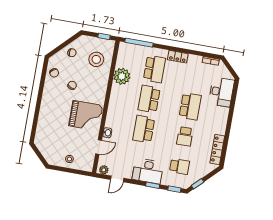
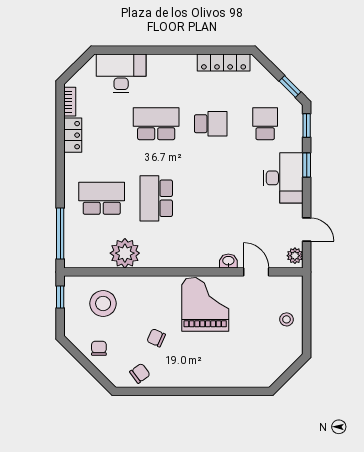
locker: (178, 57) -> (73, 135), moved
school desk: (149, 99) -> (156, 198), turned 90
school desk: (144, 129) -> (211, 198), removed

